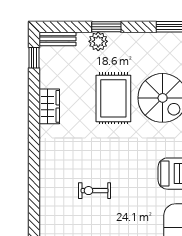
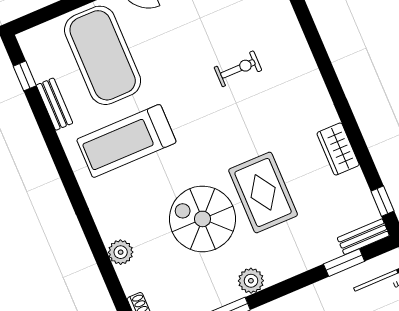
window: (106, 27) -> (344, 263), moved
plant: (98, 41) -> (251, 281), moved

